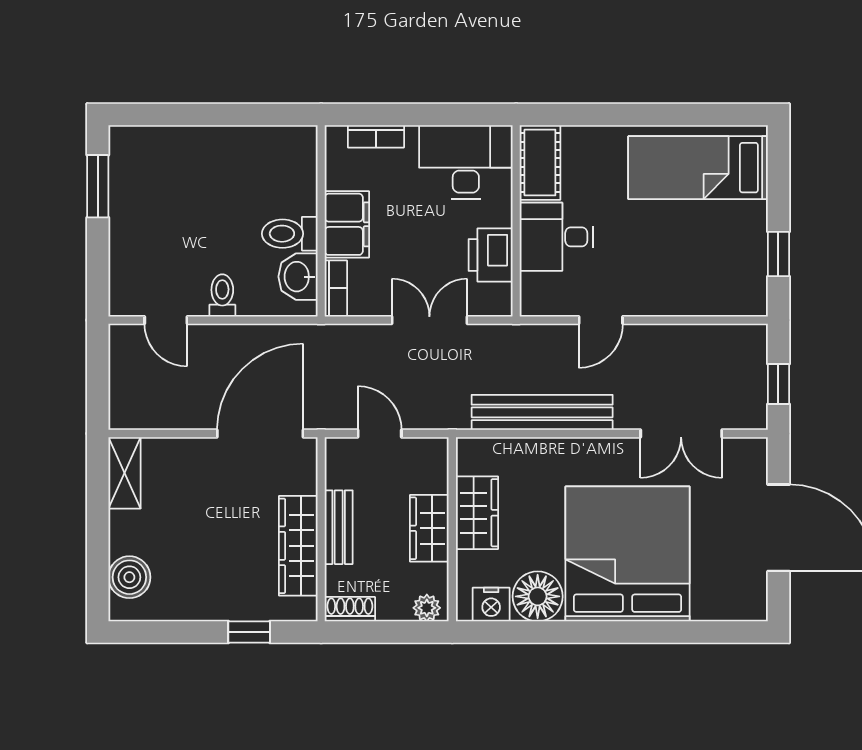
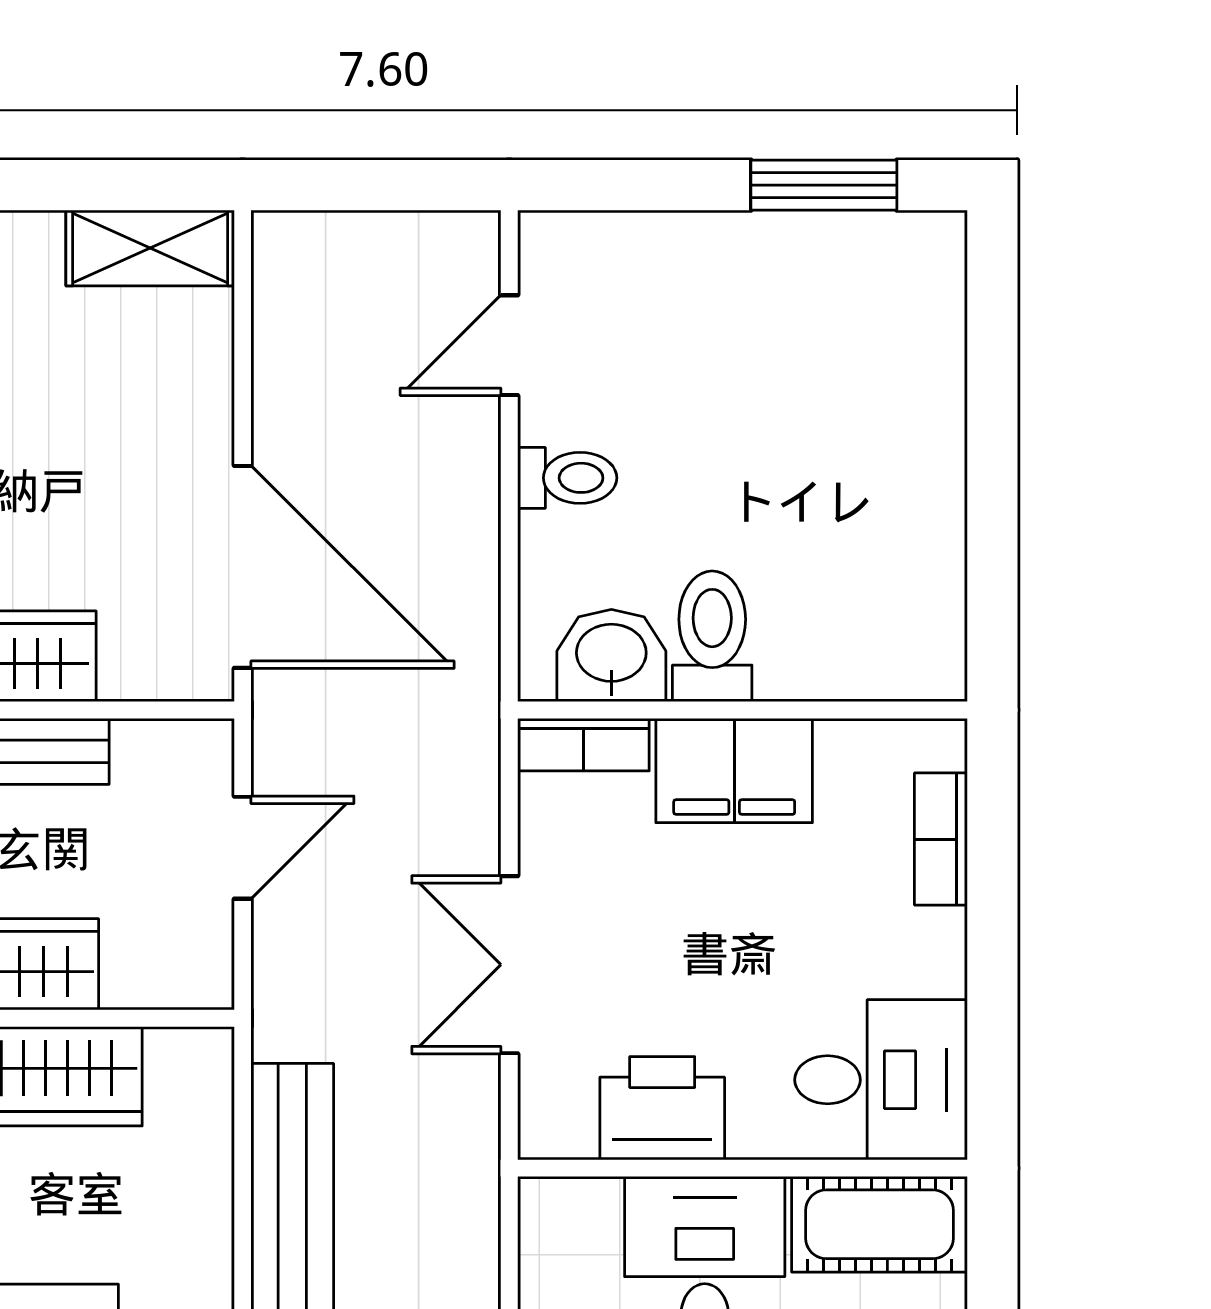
desk: (466, 162) -> (881, 1080), width x0.73
double door: (429, 320) -> (509, 965), swing flipped

